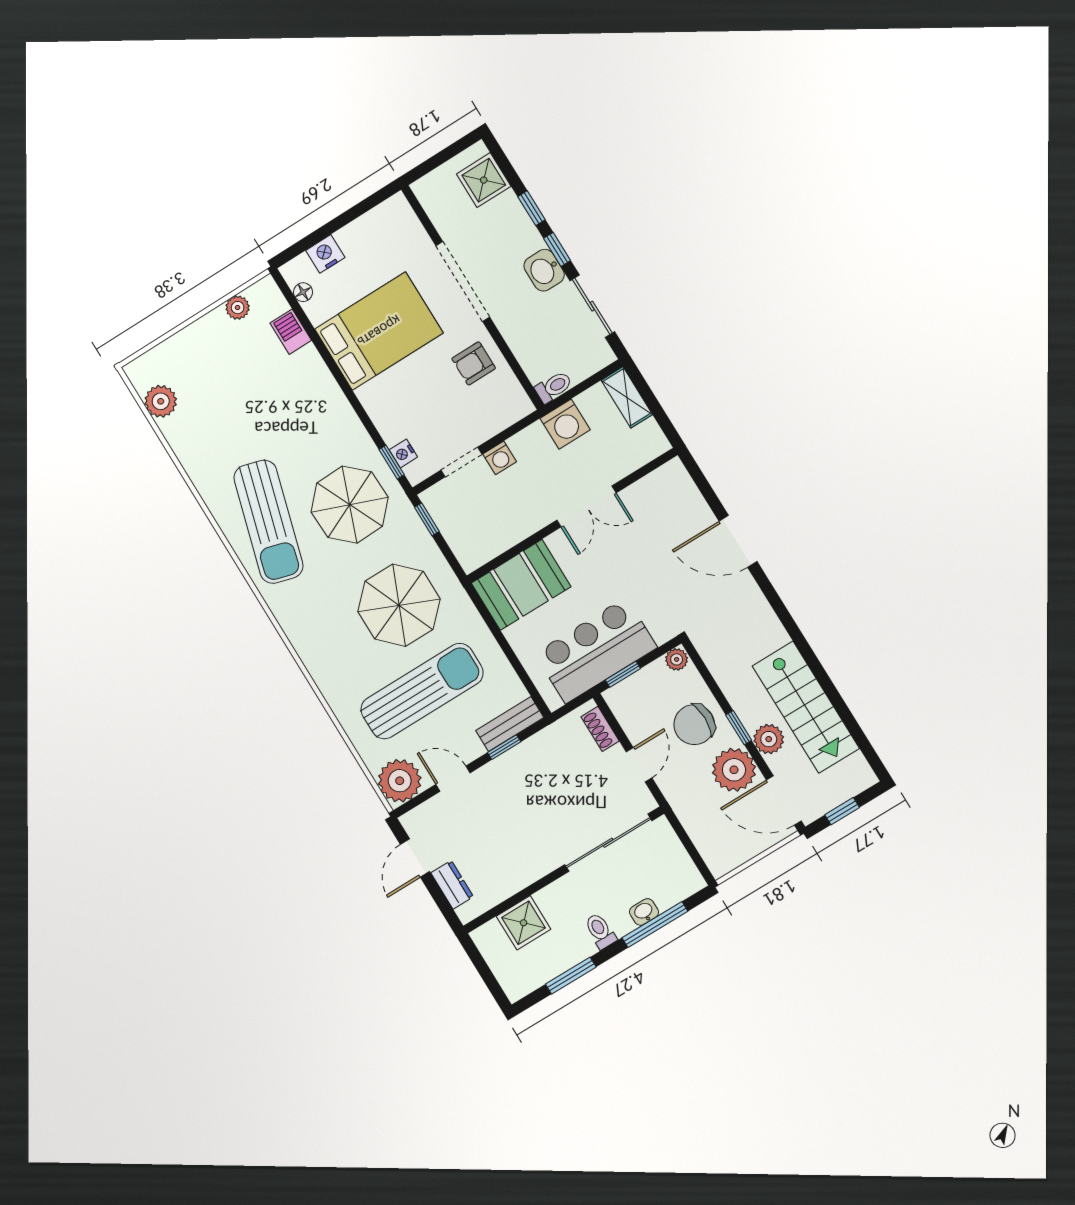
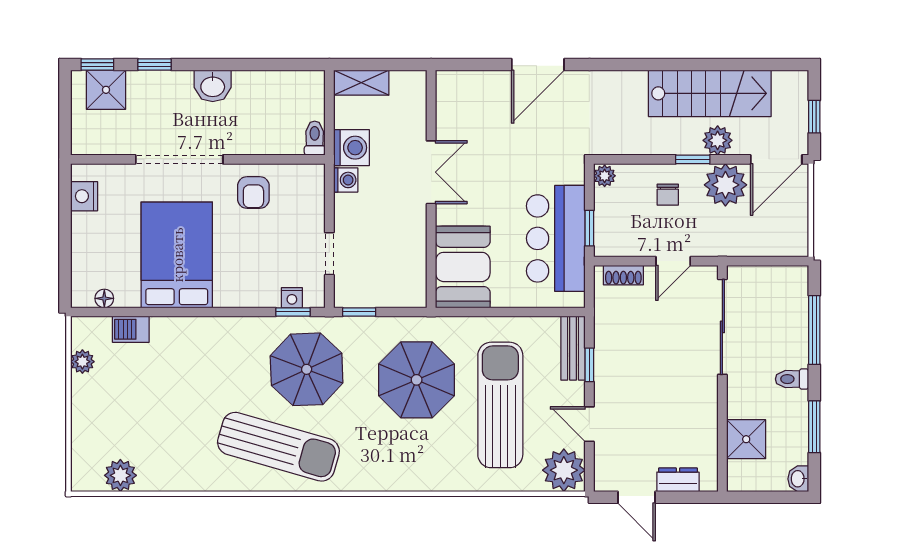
window: (557, 249) -> (97, 65), moved
nightstand: (325, 254) -> (84, 196), moved
sliding door: (592, 306) -> (268, 65), removed
washing machine: (500, 458) -> (346, 180), moved
chair: (694, 725) -> (668, 195), width x0.54, depth x0.54
door: (639, 765) -> (673, 261), swing flipped
door: (453, 779) -> (589, 424), hinge flipped
washbasin: (644, 912) -> (798, 479), moved

